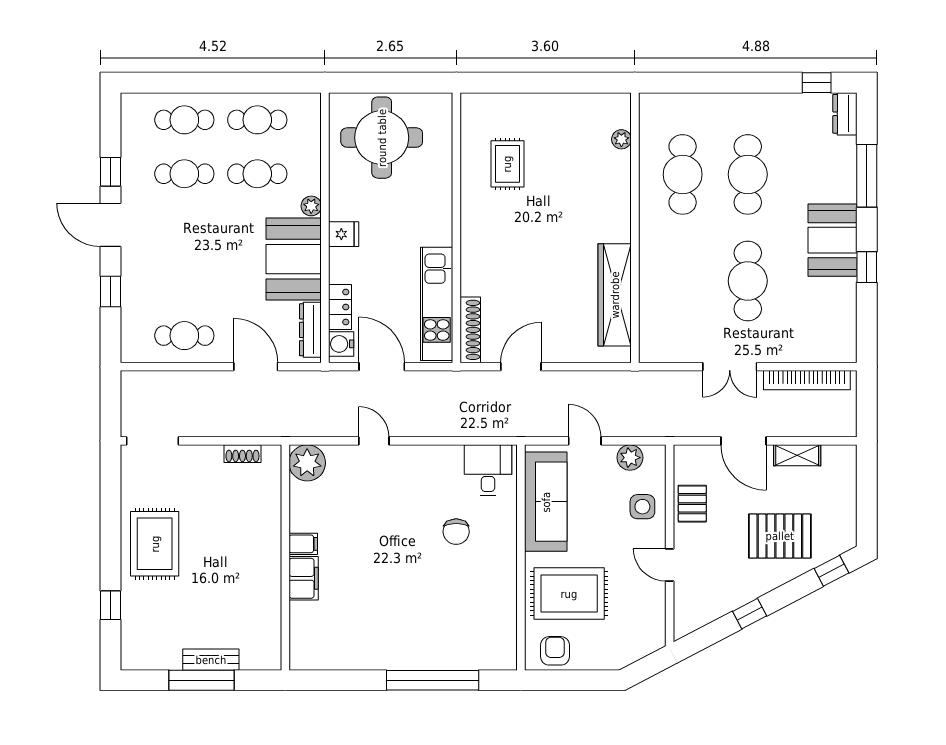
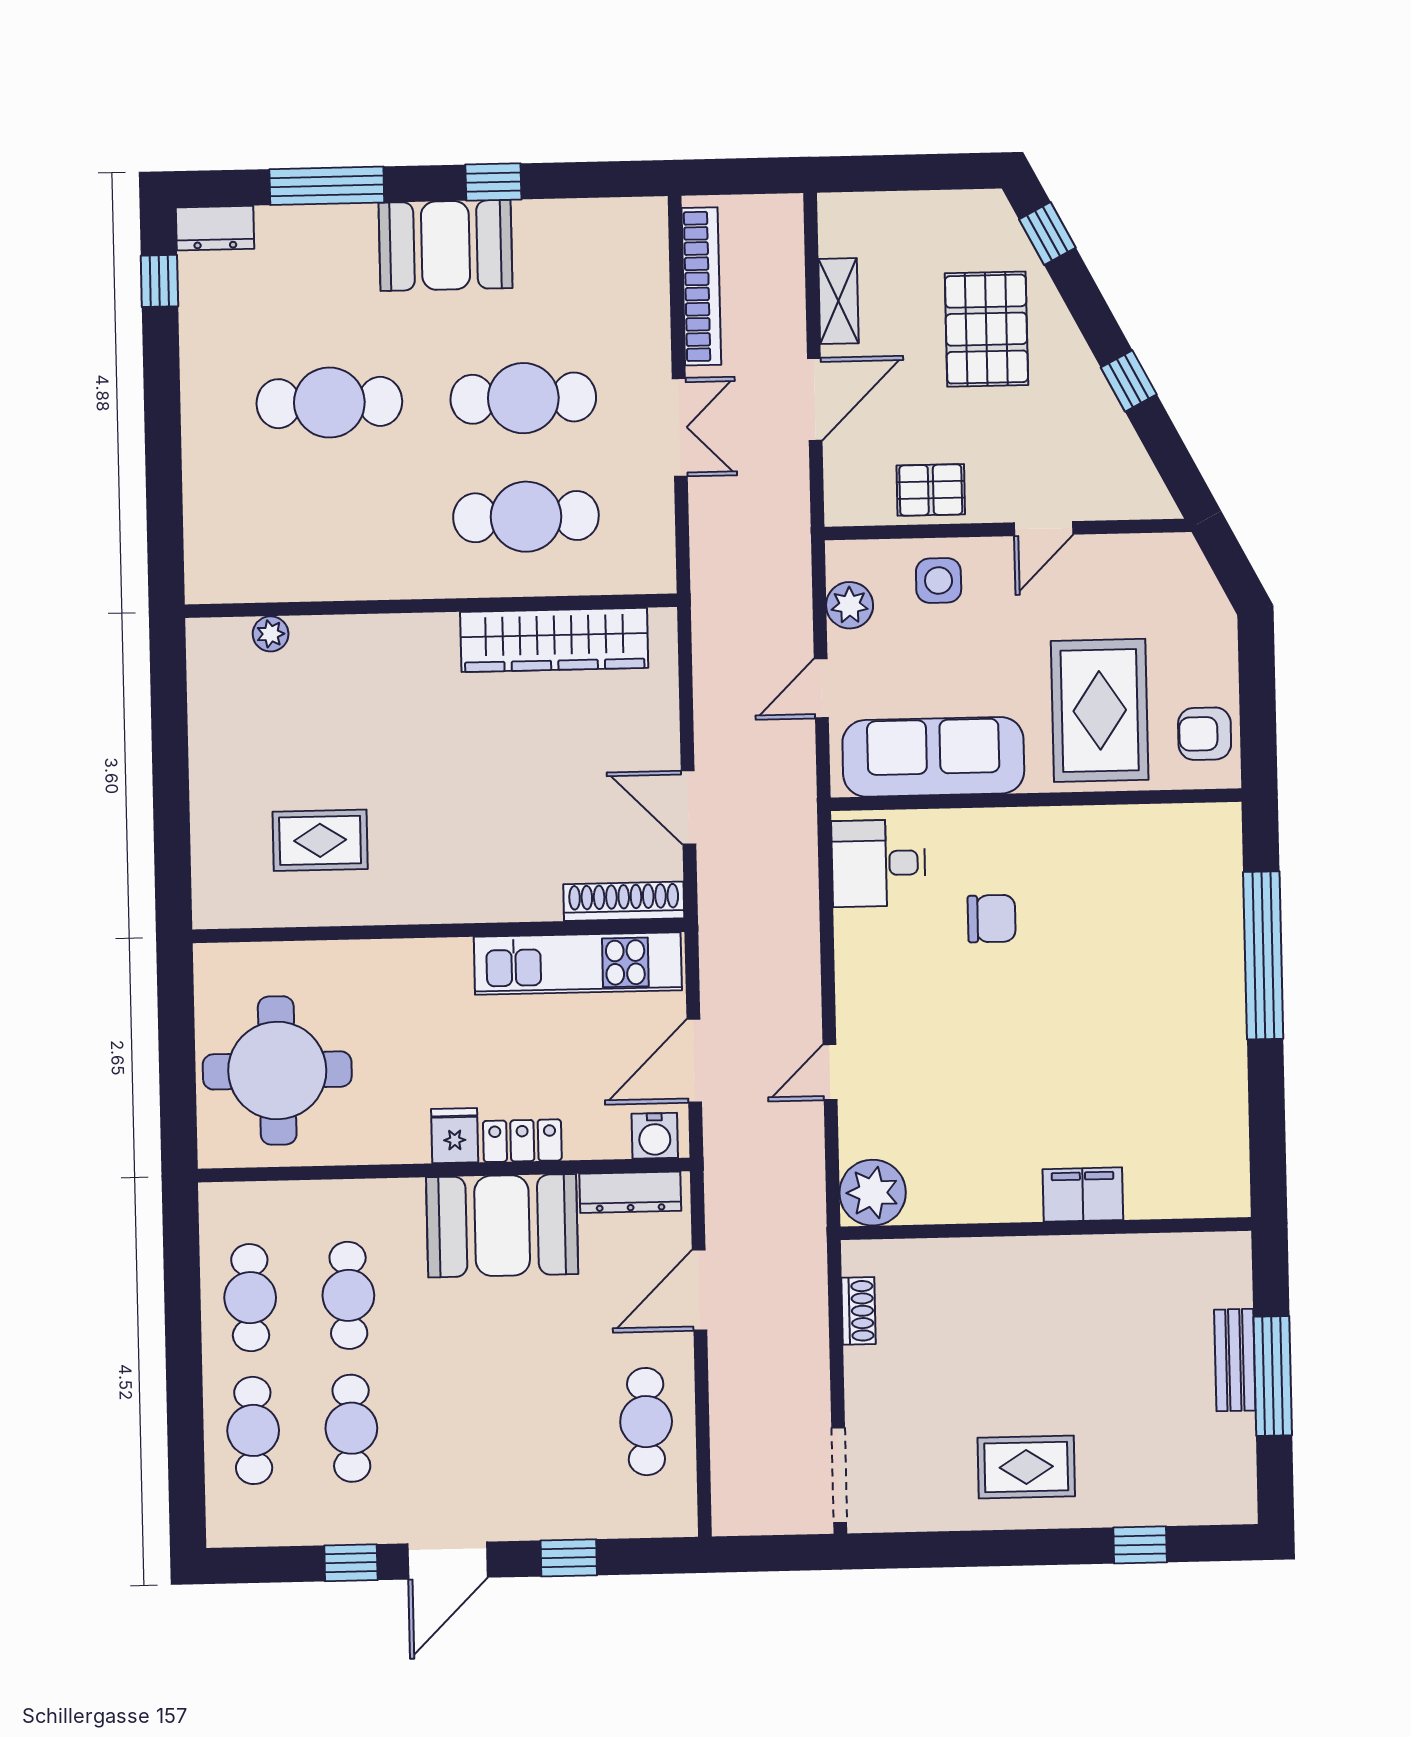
cafe table: (683, 174) -> (526, 517), moved
plant: (311, 206) -> (405, 1196), removed
locker: (340, 307) -> (522, 1141), moved
rug: (155, 544) -> (1026, 1467), width x0.73, depth x0.70
filing cabinet: (303, 544) -> (1020, 1196), removed

